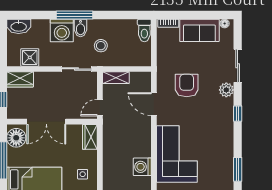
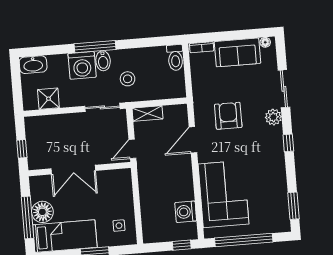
wardrobe: (20, 79) -> (40, 124), removed
door: (154, 104) -> (193, 140), hinge flipped
wardrobe: (90, 137) -> (124, 183), removed
floor lamp: (16, 138) -> (42, 212), moved

